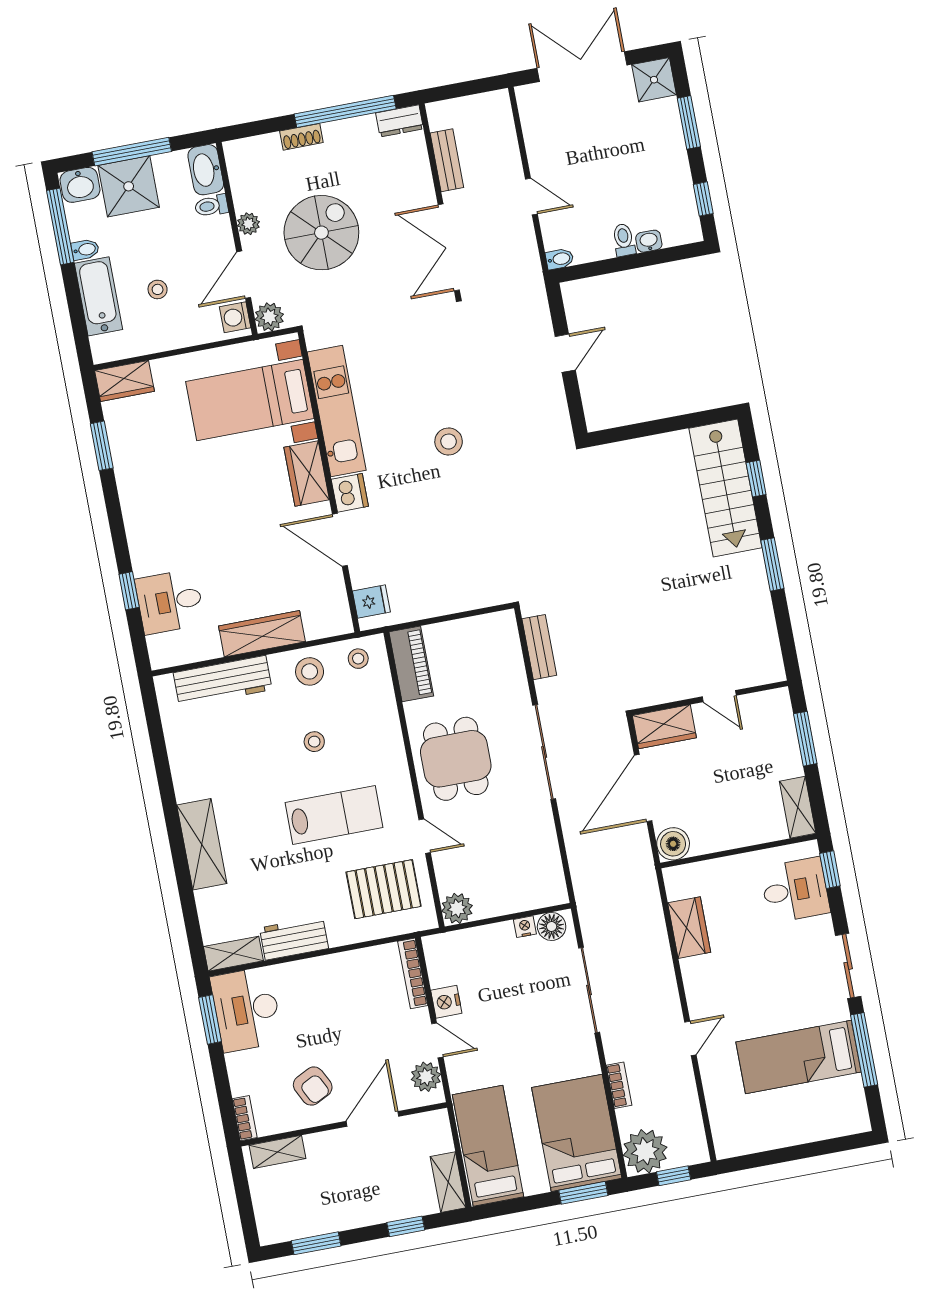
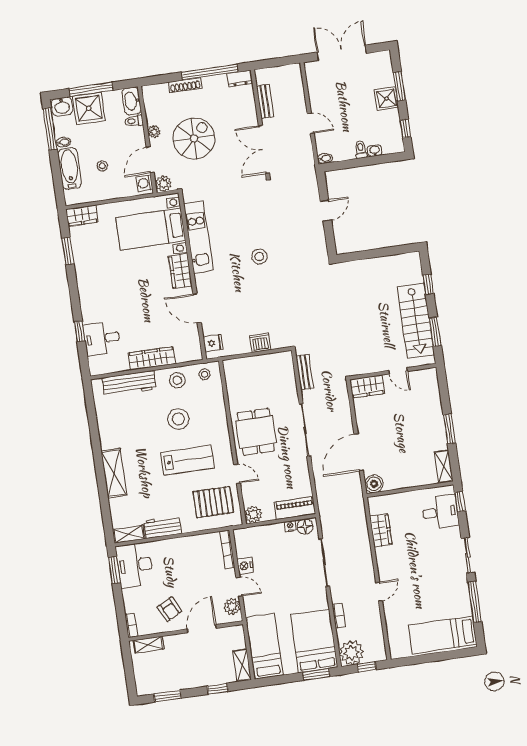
shower: (654, 80) -> (387, 99), moved
shoe rack: (301, 137) -> (185, 85), width x1.43
stairs: (725, 488) -> (416, 320), moved
dishwasher: (350, 493) -> (260, 343), moved, turned -90
piano: (411, 664) -> (295, 508), moved, turned -90
door: (719, 696) -> (398, 371), moved
wall: (710, 698) -> (393, 372), moved
wardrobe: (664, 727) -> (367, 386), moved
stool: (314, 742) -> (178, 419), width x1.89, depth x1.89
bed: (798, 1057) -> (443, 635), moved

